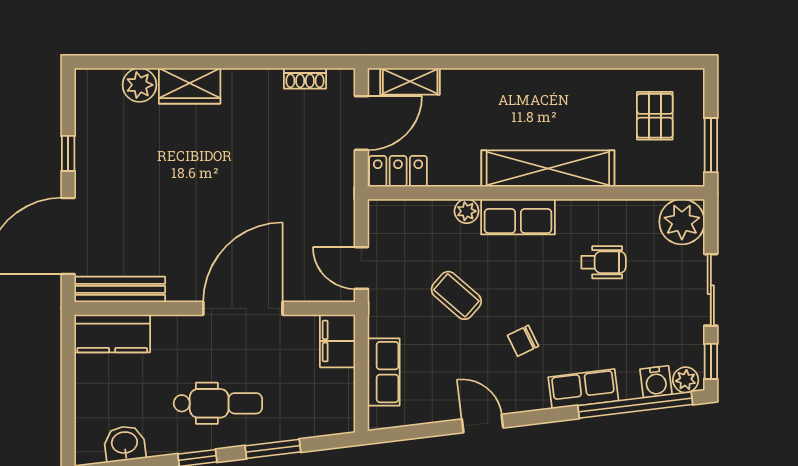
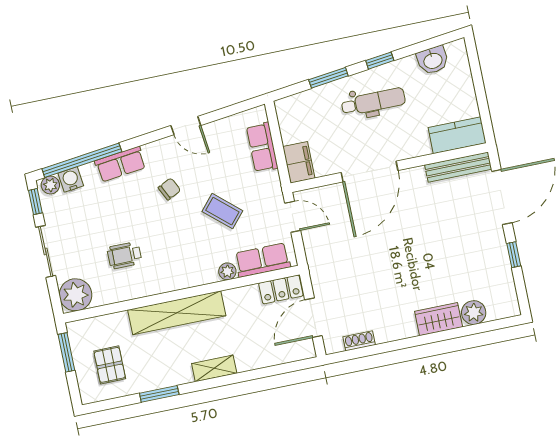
window: (595, 62) -> (159, 394), added
shelving: (410, 81) -> (214, 368), moved
row of seats: (518, 217) -> (262, 260), moved
dental chair: (218, 403) -> (373, 102), turned 180

